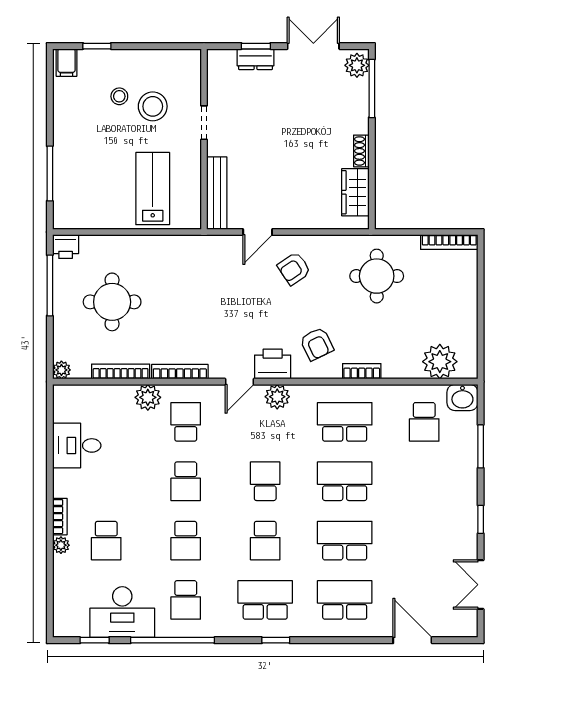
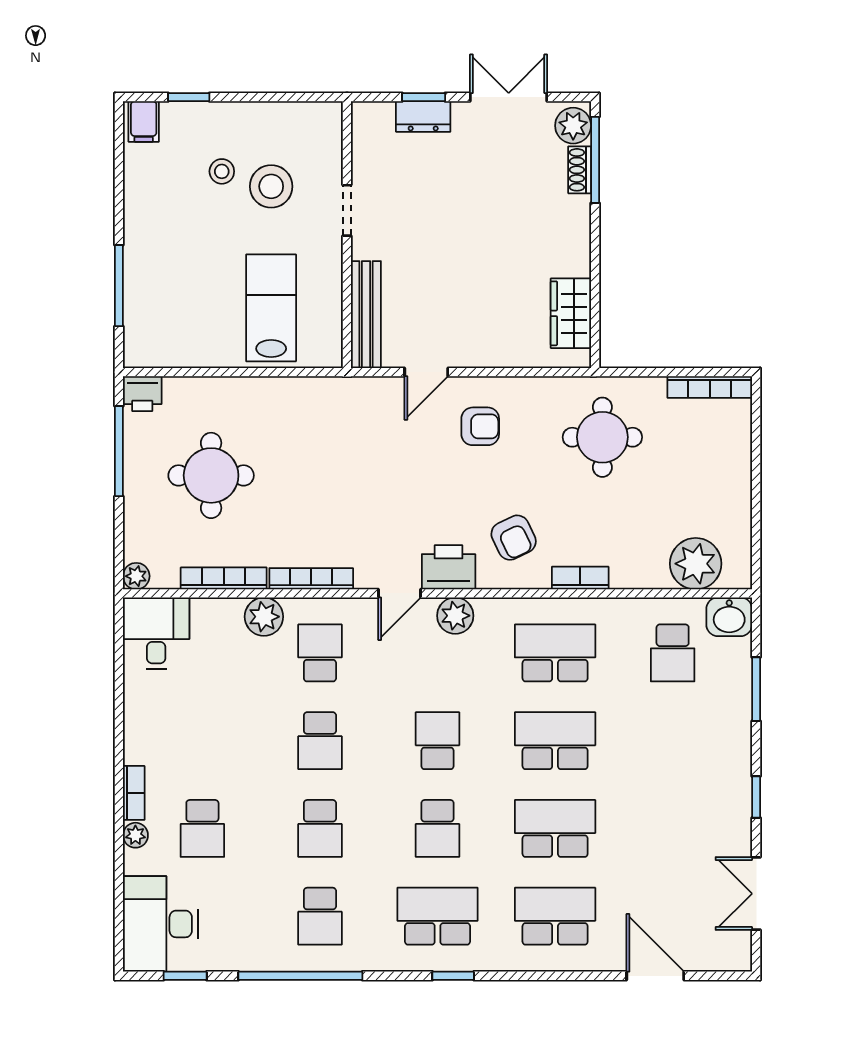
shoe rack: (361, 151) -> (580, 170), moved
armchair: (294, 269) -> (480, 426), turned -146
desk: (77, 445) -> (156, 633), moved, turned 90
desk: (122, 612) -> (160, 924), moved, turned 90

